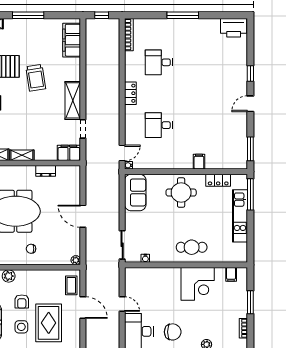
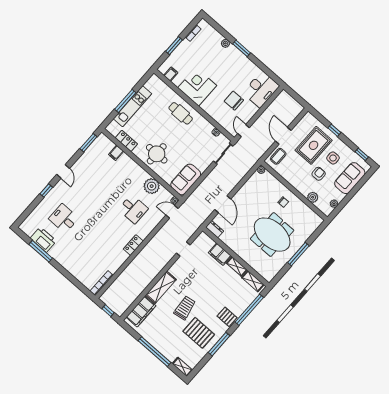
window: (28, 15) -> (155, 352), width x1.46
window: (183, 15) -> (41, 251), moved
printer: (234, 28) -> (43, 240), moved
desk: (159, 62) -> (64, 218), moved, turned 180
shelving: (73, 100) -> (161, 287), moved
door: (250, 104) -> (63, 171), hinge flipped
filing cabinet: (69, 153) -> (220, 254), moved
plant: (160, 160) -> (152, 186), added
filing cabinet: (199, 162) -> (116, 153), moved
dresser: (46, 171) -> (215, 229), moved
window: (250, 194) -> (125, 101), moved
door: (83, 216) -> (223, 204), moved
door: (122, 304) -> (243, 131), moved
chair: (173, 332) -> (234, 101), moved

